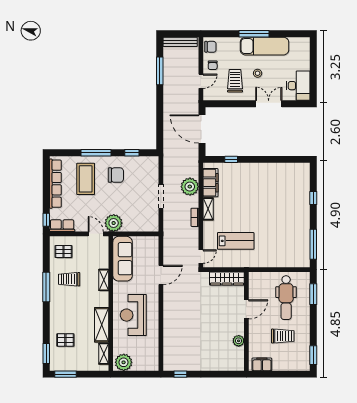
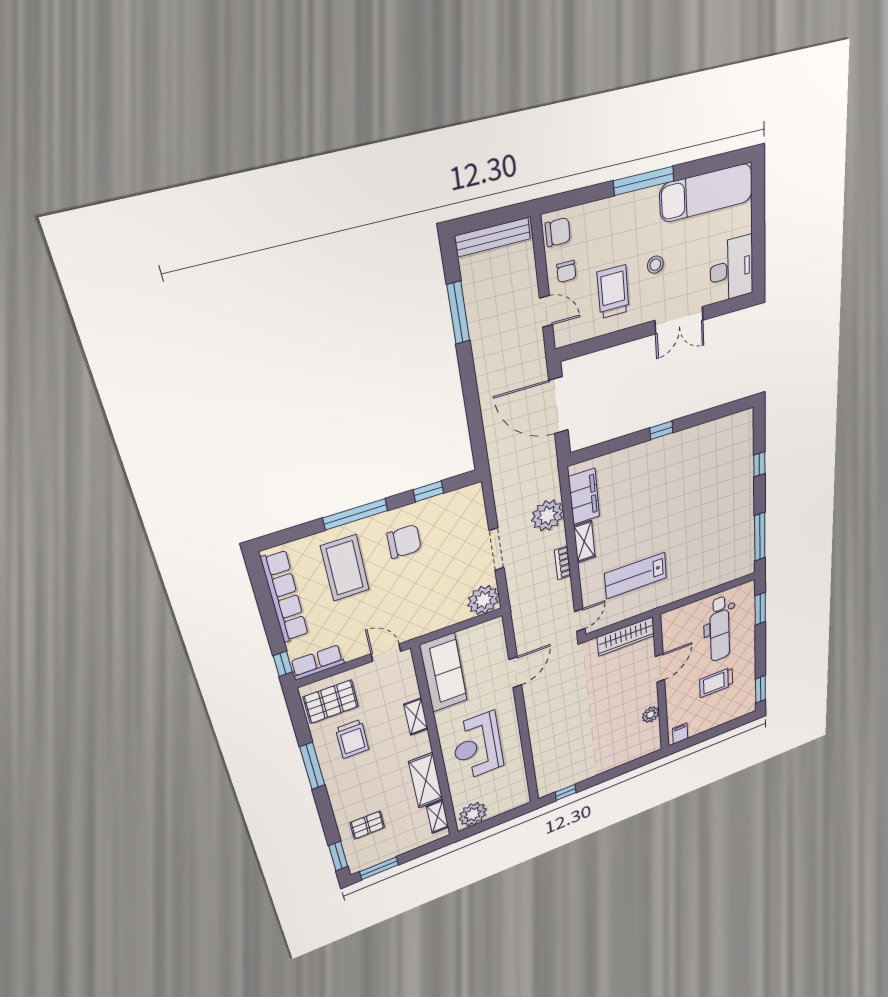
exam couch: (264, 46) -> (707, 193), moved
door: (201, 81) -> (546, 311), hinge flipped
double door: (269, 104) -> (679, 320), swing flipped
window: (231, 159) -> (661, 430), moved
plant: (114, 223) -> (483, 600), moved
lab bench: (236, 241) -> (636, 576), turned 180
pallet: (63, 252) -> (331, 702), width x1.50, depth x1.42
trolley: (69, 279) -> (352, 739), turned -90
trolley: (283, 336) -> (716, 682), turned 180
filing cabinet: (262, 364) -> (680, 734), width x0.50

